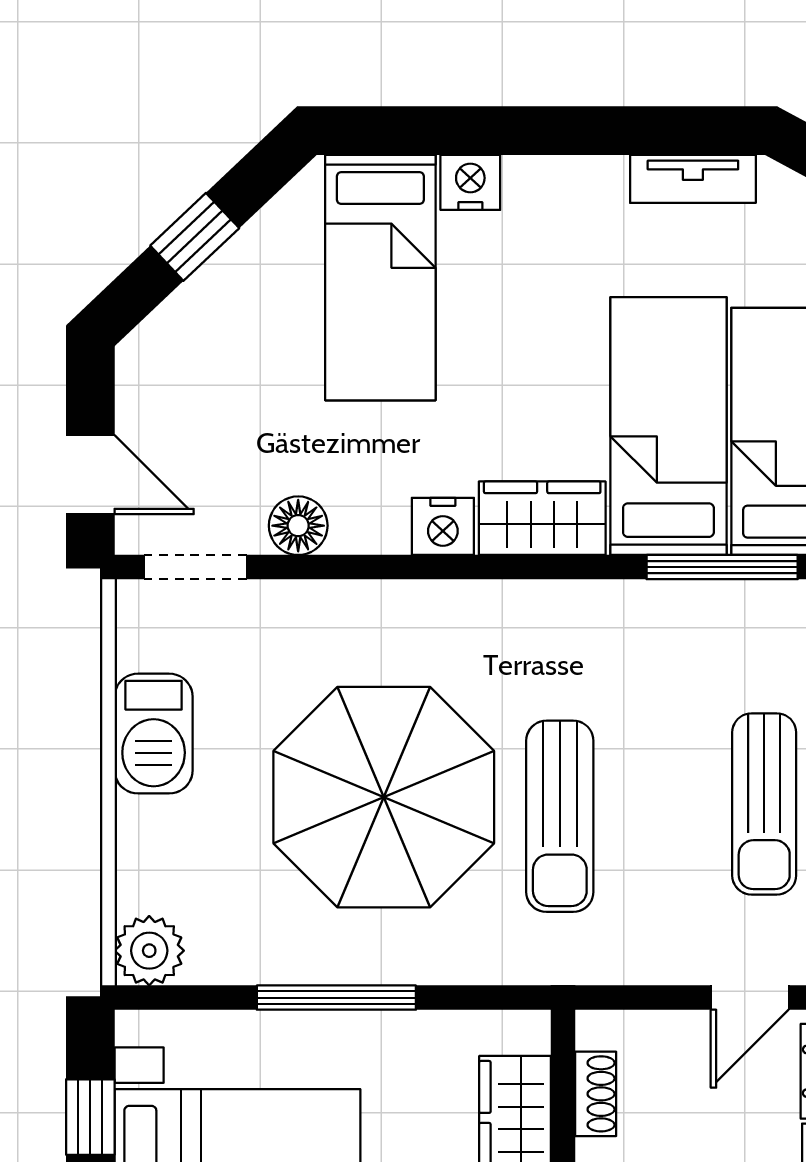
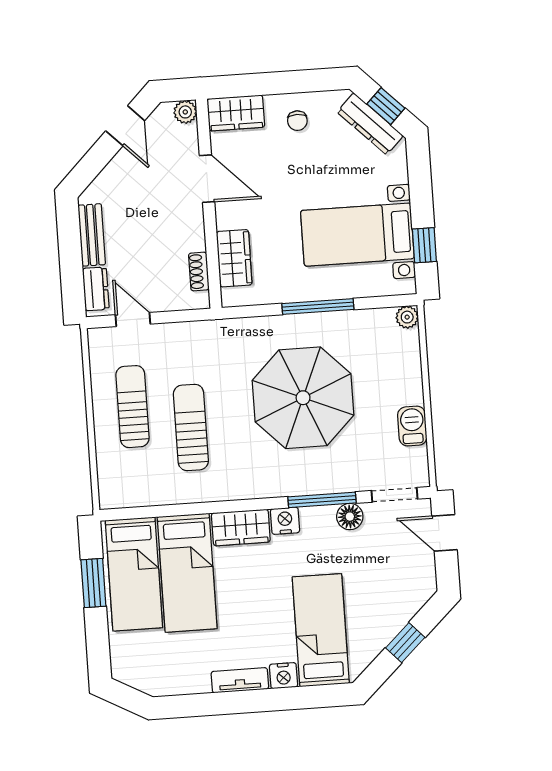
tv unit: (693, 179) -> (240, 680), moved
window: (722, 567) -> (322, 500), moved
barbecue: (154, 734) -> (412, 426), width x0.73, depth x0.79
sun lounger: (560, 816) -> (191, 427), moved
plant: (149, 951) -> (407, 317), width x0.73, depth x0.73
door: (750, 998) -> (133, 319), hinge flipped

